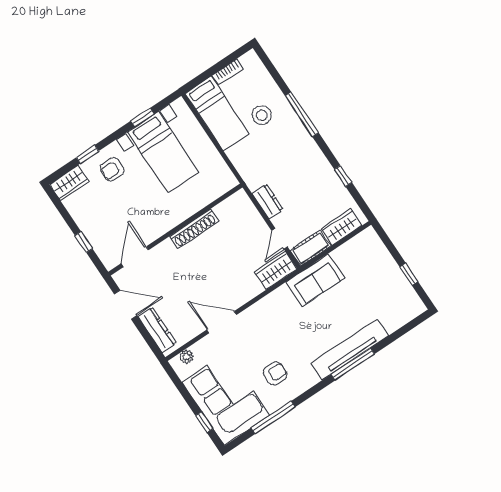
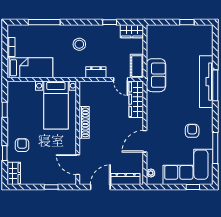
window: (302, 114) -> (44, 22), moved
stool: (262, 115) -> (79, 44), moved
bed with nightstands: (163, 152) -> (56, 105), moved, turned 90
armchair: (112, 169) -> (22, 145), turned 180
wardrobe: (341, 227) -> (132, 31), moved, turned -90
wardrobe: (275, 270) -> (136, 99), width x1.50

